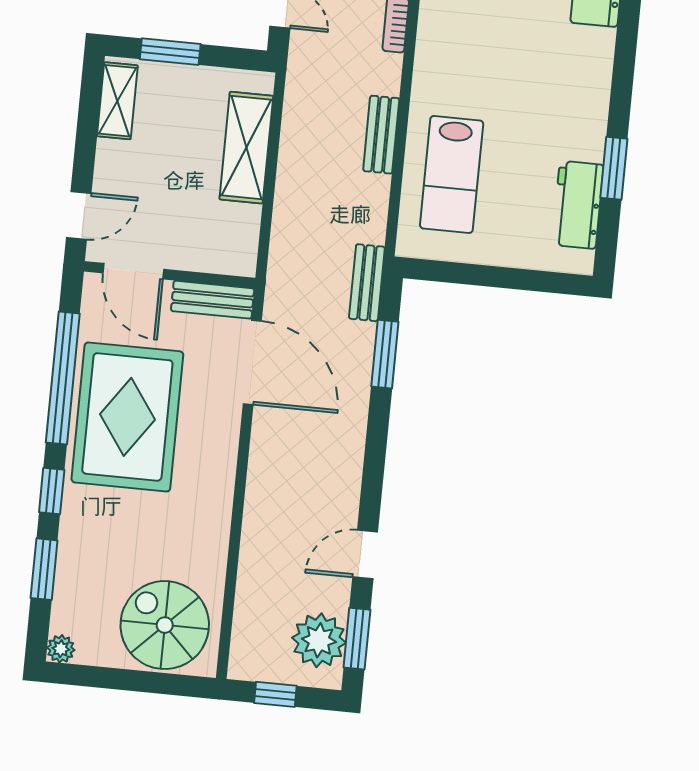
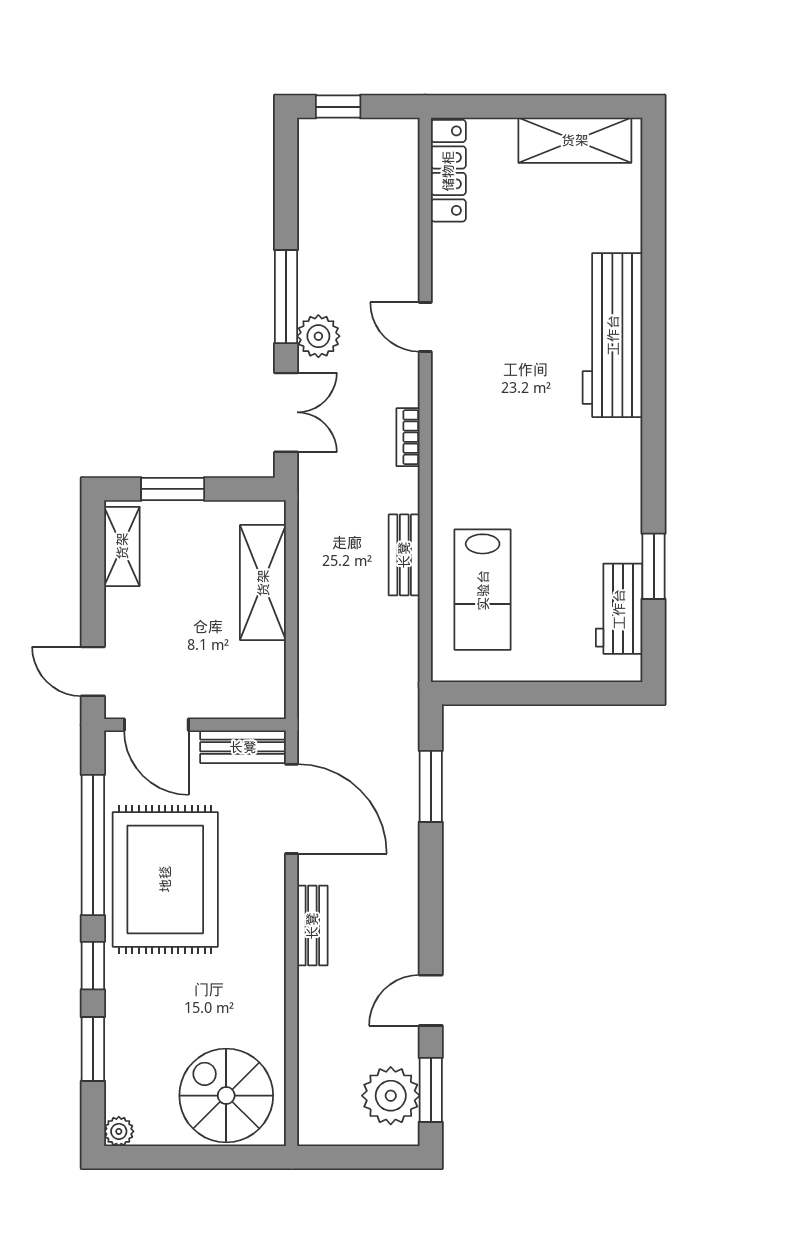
door: (79, 215) -> (93, 671), swing flipped
bench: (367, 283) -> (312, 926), moved
window: (275, 694) -> (350, 1157), removed

